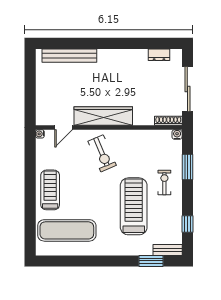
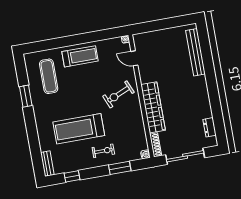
wardrobe: (103, 116) -> (153, 107), moved
treadmill: (134, 206) -> (79, 129), turned 180
exercise mat: (67, 230) -> (49, 76), width x0.73, depth x0.69
window: (151, 261) -> (26, 96), moved

